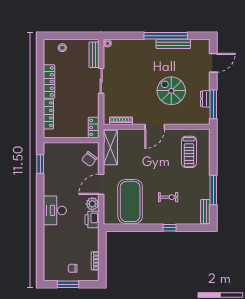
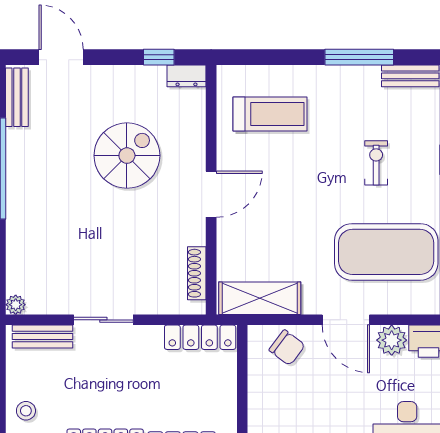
bench: (173, 44) -> (17, 97), moved, width x0.73
spiral stairs: (171, 91) -> (127, 156), turned 180
dresser: (205, 99) -> (186, 76), moved
window: (213, 104) -> (159, 57), width x0.46
locker: (94, 127) -> (200, 337), width x1.53
door: (155, 127) -> (211, 194), hinge flipped

